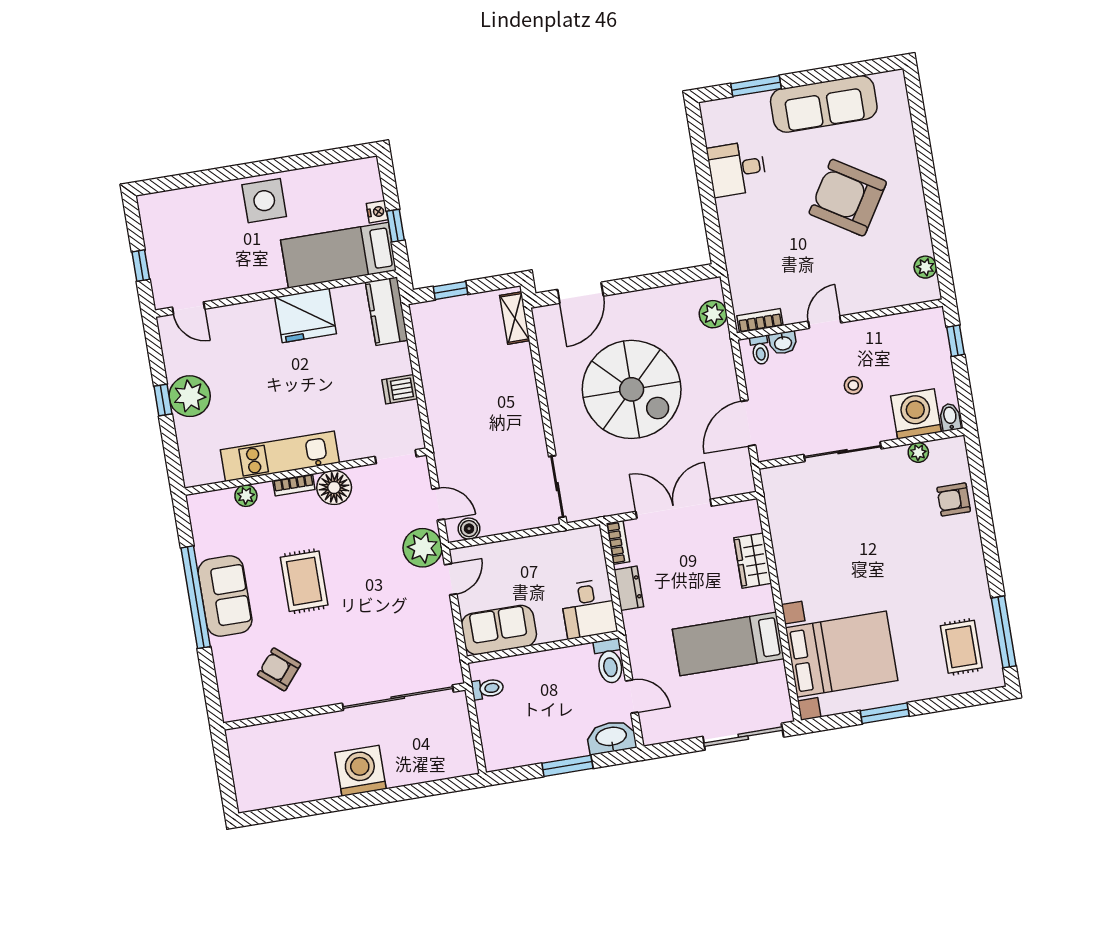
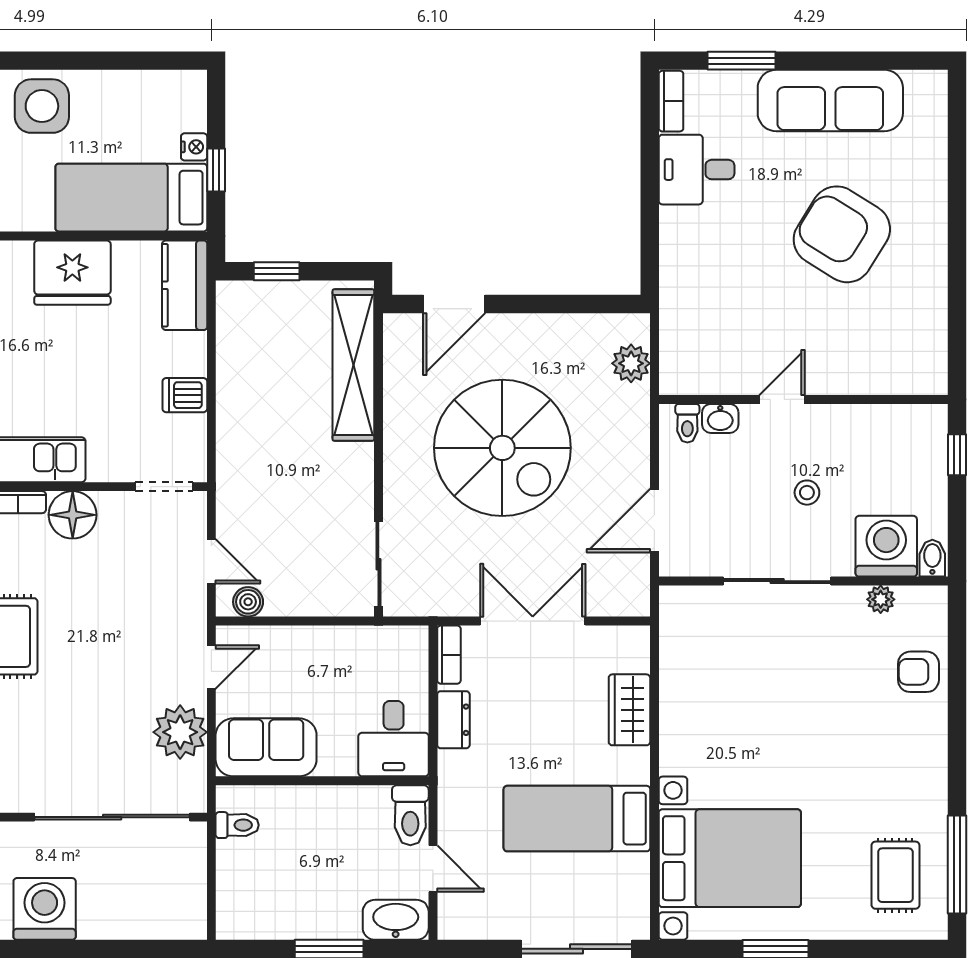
plant: (925, 267) -> (932, 347), removed
shelving: (515, 318) -> (353, 365), width x2.20, depth x1.33
bookcase: (760, 321) -> (671, 101), moved, turned 90
plant: (423, 548) -> (180, 732), moved

